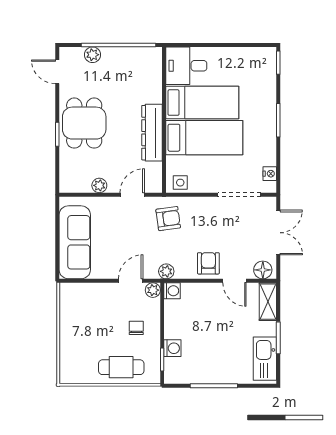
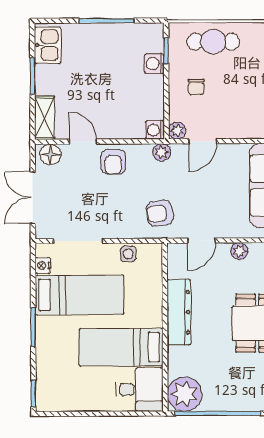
plant: (92, 55) -> (185, 394), moved, width x1.87, depth x1.87
bed: (204, 138) -> (80, 295), moved, turned 180
side table: (180, 183) -> (128, 254), moved
kitchen sink: (265, 359) -> (48, 45), width x0.73

